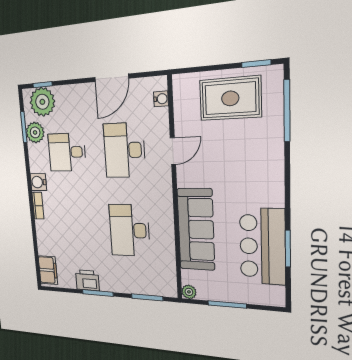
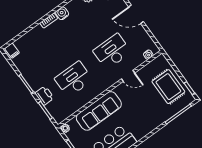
door: (112, 78) -> (136, 14), moved
desk: (67, 152) -> (90, 21), removed
filing cabinet: (48, 270) -> (12, 51), width x0.50
printer: (87, 280) -> (44, 96), moved

